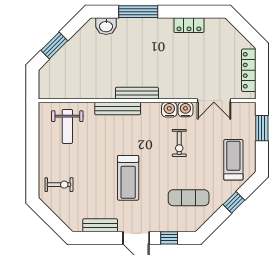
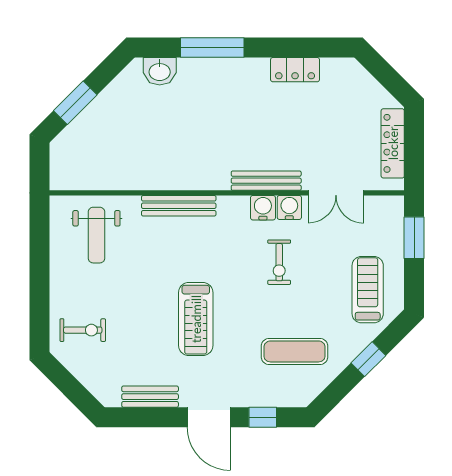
bench: (137, 93) -> (266, 181), moved

